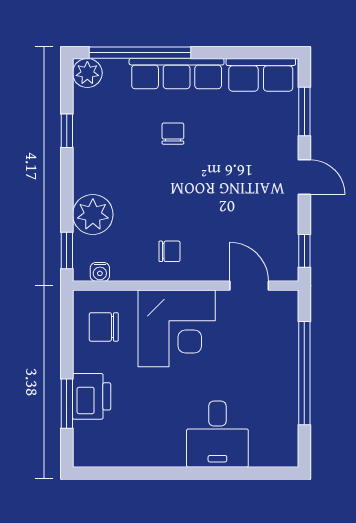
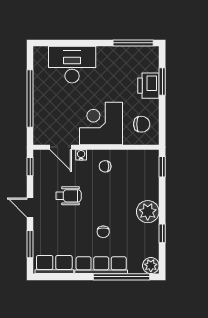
wheelchair: (235, 198) -> (68, 196), added
plant: (93, 214) -> (148, 212), moved
water cooler: (100, 272) -> (81, 155), moved
desk: (217, 434) -> (72, 65), width x1.37
window: (119, 473) -> (133, 43), added

